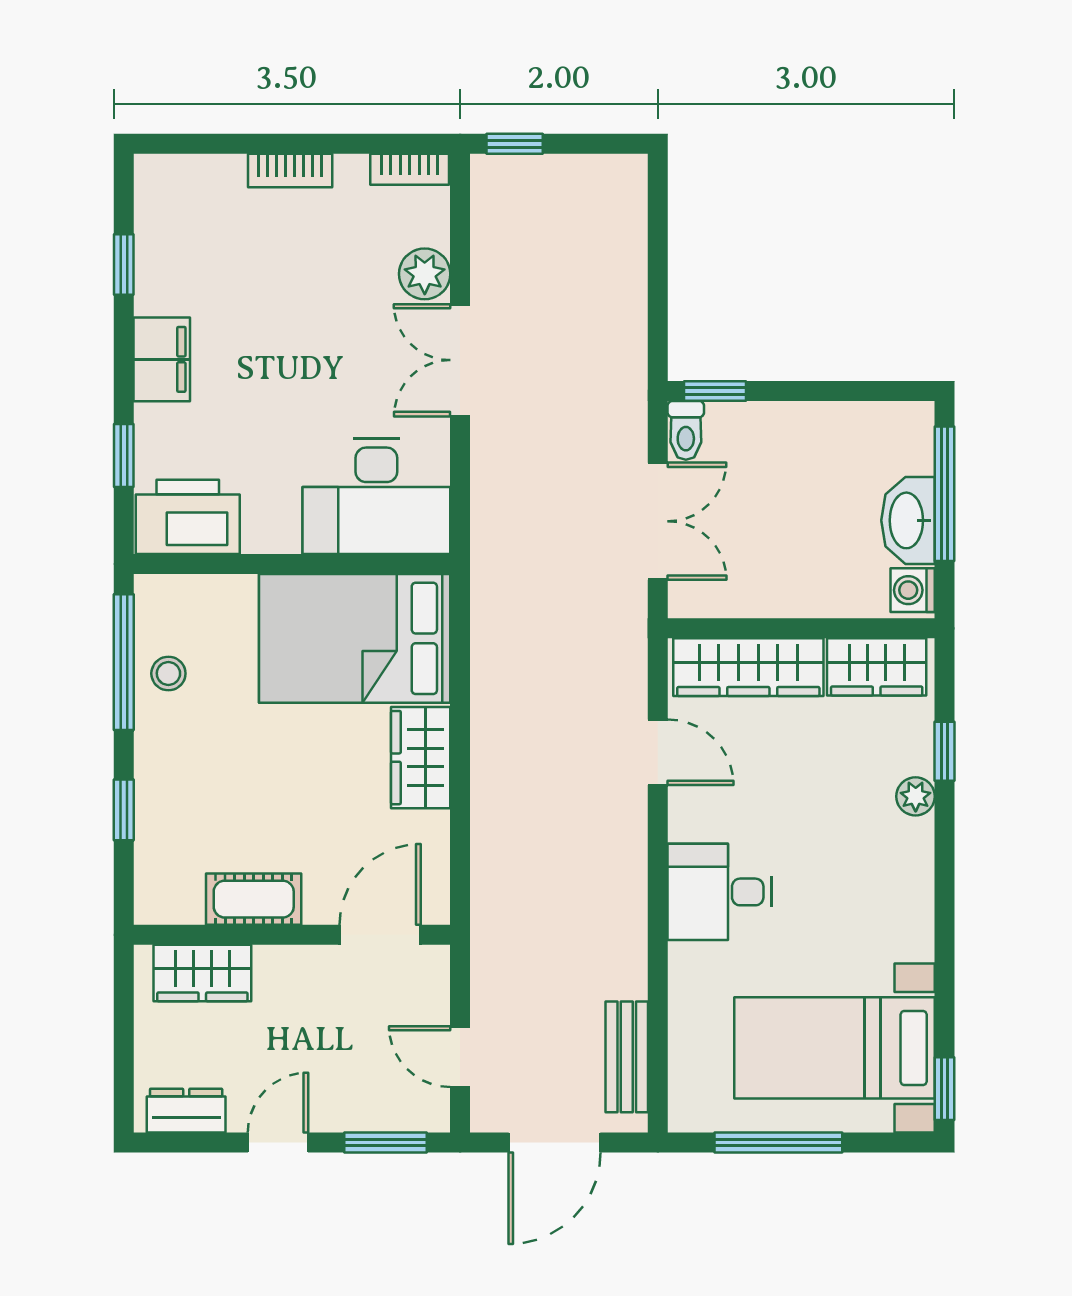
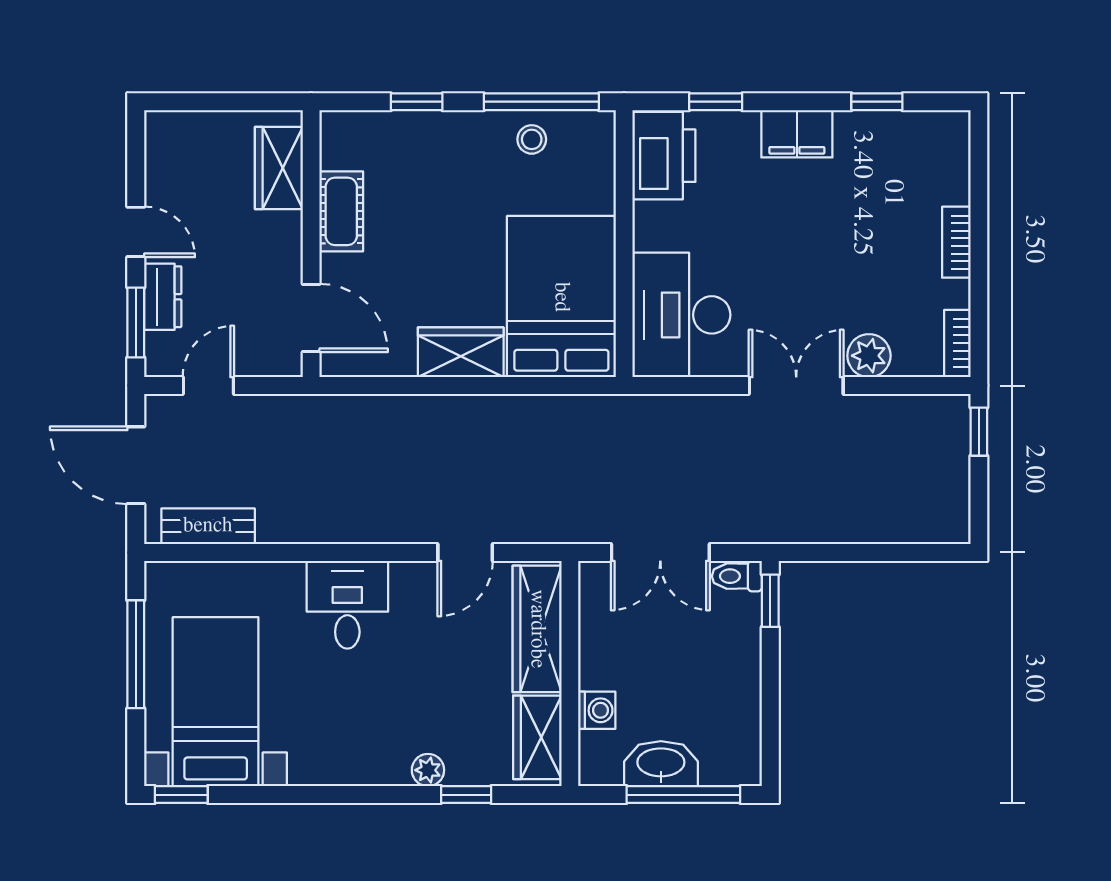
washing machine: (913, 590) -> (597, 710), moved, turned 90
dresser: (186, 1111) -> (163, 297), moved

